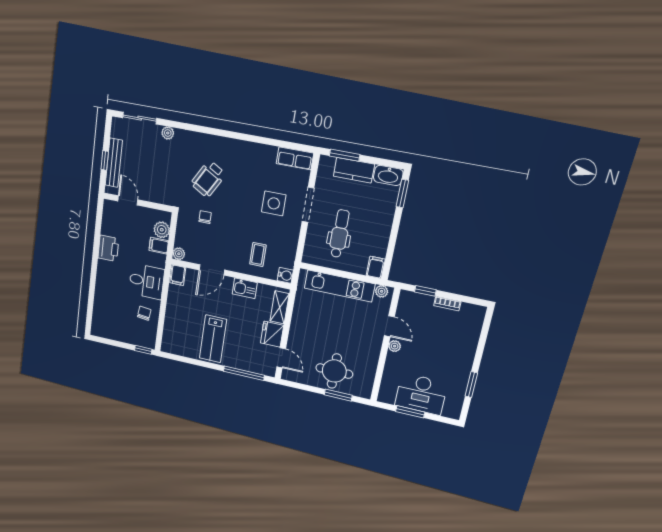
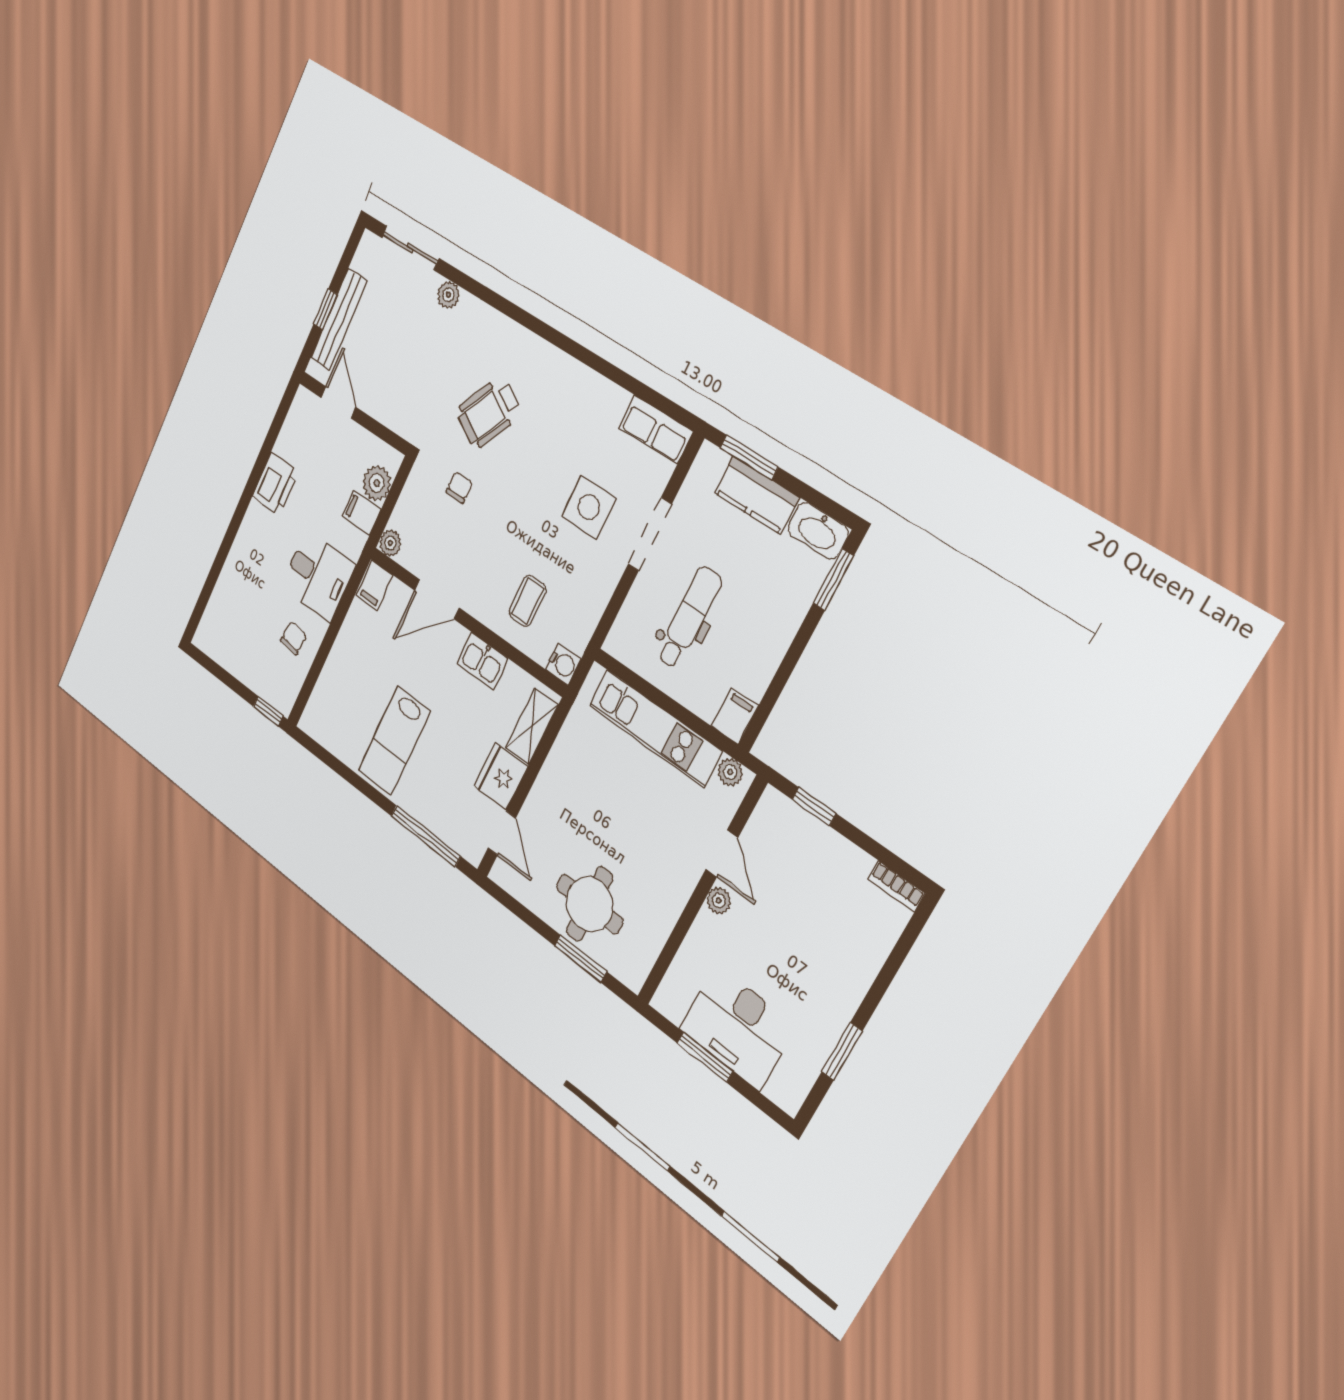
bookcase: (447, 304) -> (896, 886), moved

